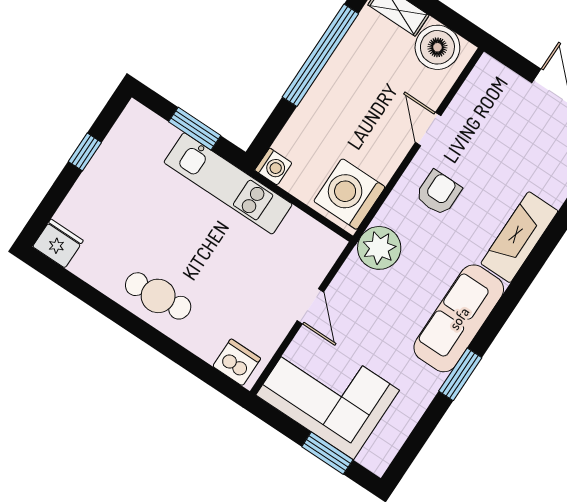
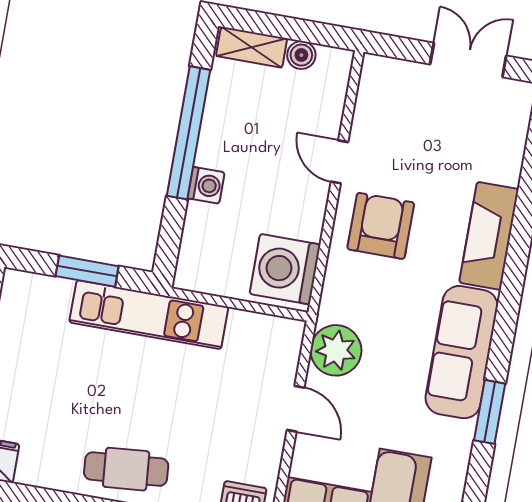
boiler: (437, 47) -> (301, 55), width x0.54, depth x0.54
washing machine: (273, 167) -> (206, 185), moved
armchair: (439, 193) -> (381, 226), width x1.38, depth x1.38
plant: (379, 248) -> (336, 350), moved

